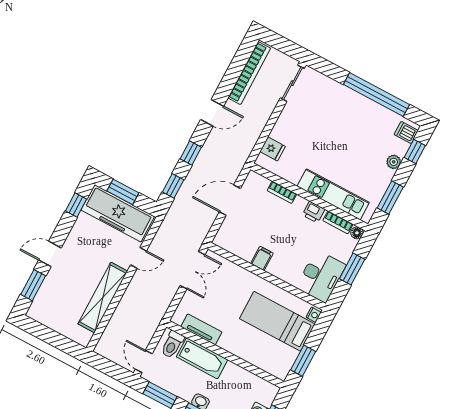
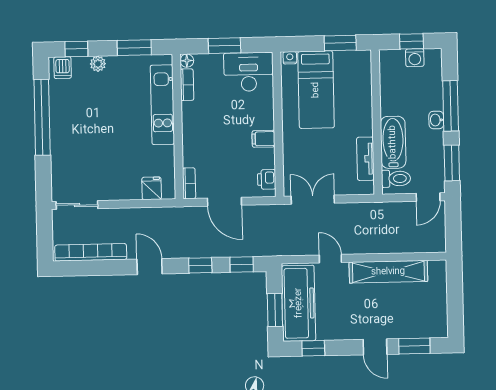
bookcase: (282, 192) -> (189, 183), moved
printer: (314, 212) -> (267, 179), moved, turned 180

